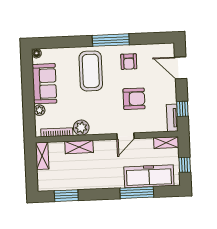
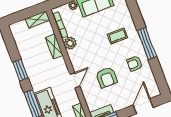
coffee table: (91, 71) -> (117, 36), width x0.54, depth x0.58
door: (126, 136) -> (75, 80), swing flipped
window: (66, 196) -> (20, 70), moved

